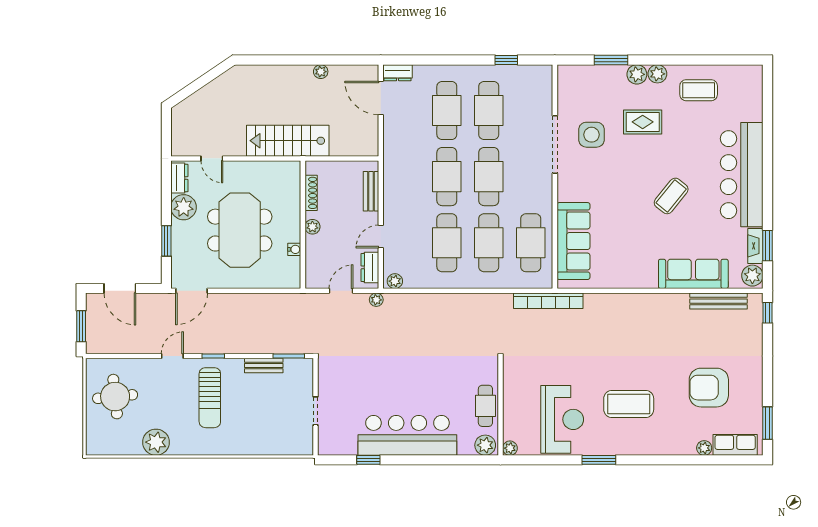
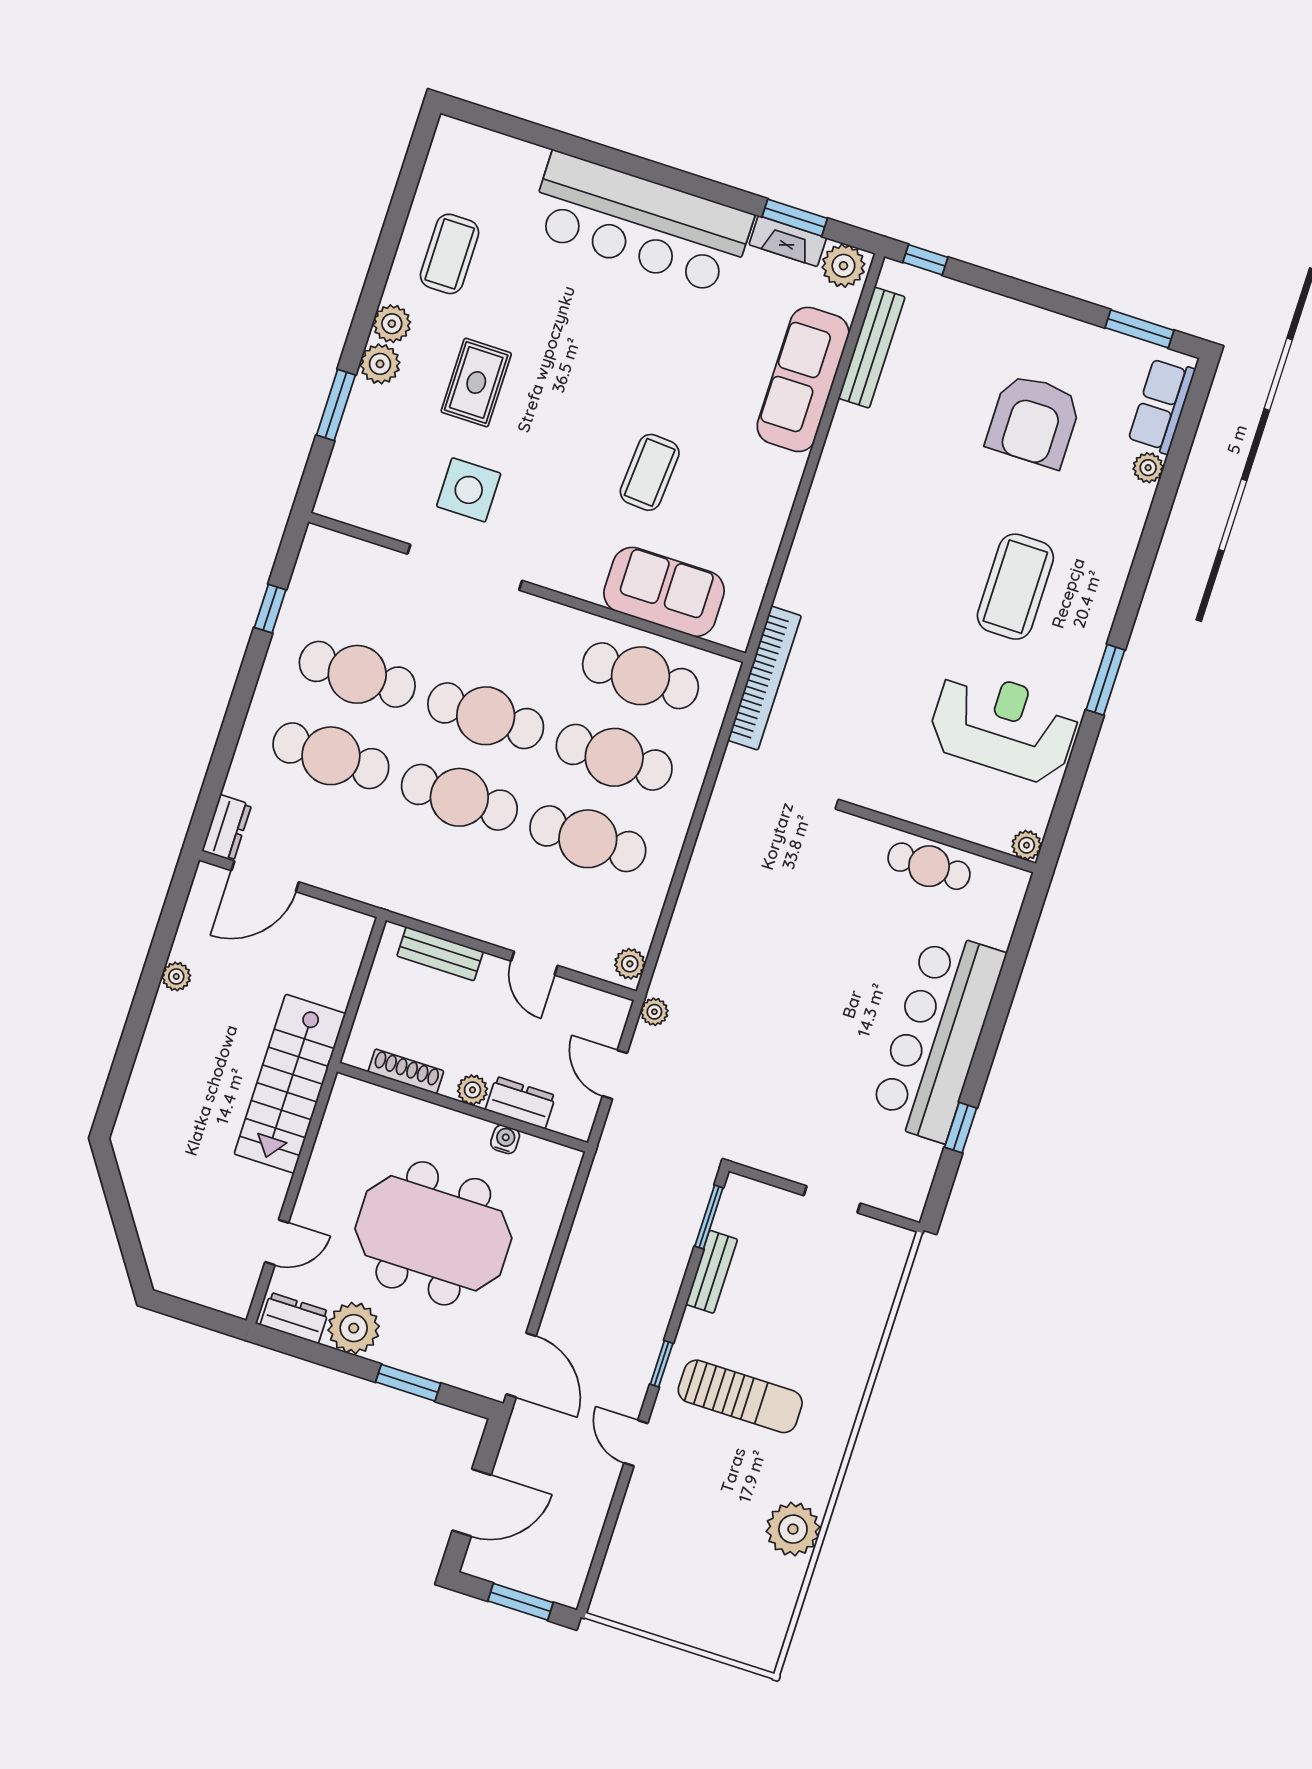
coffee table: (671, 196) -> (650, 472), moved, turned 55
sofa: (573, 241) -> (664, 592), width x0.73
dresser: (370, 267) -> (521, 1103), moved, turned 180
round table: (115, 397) -> (679, 1580), removed
plant: (485, 445) -> (1005, 891), removed

